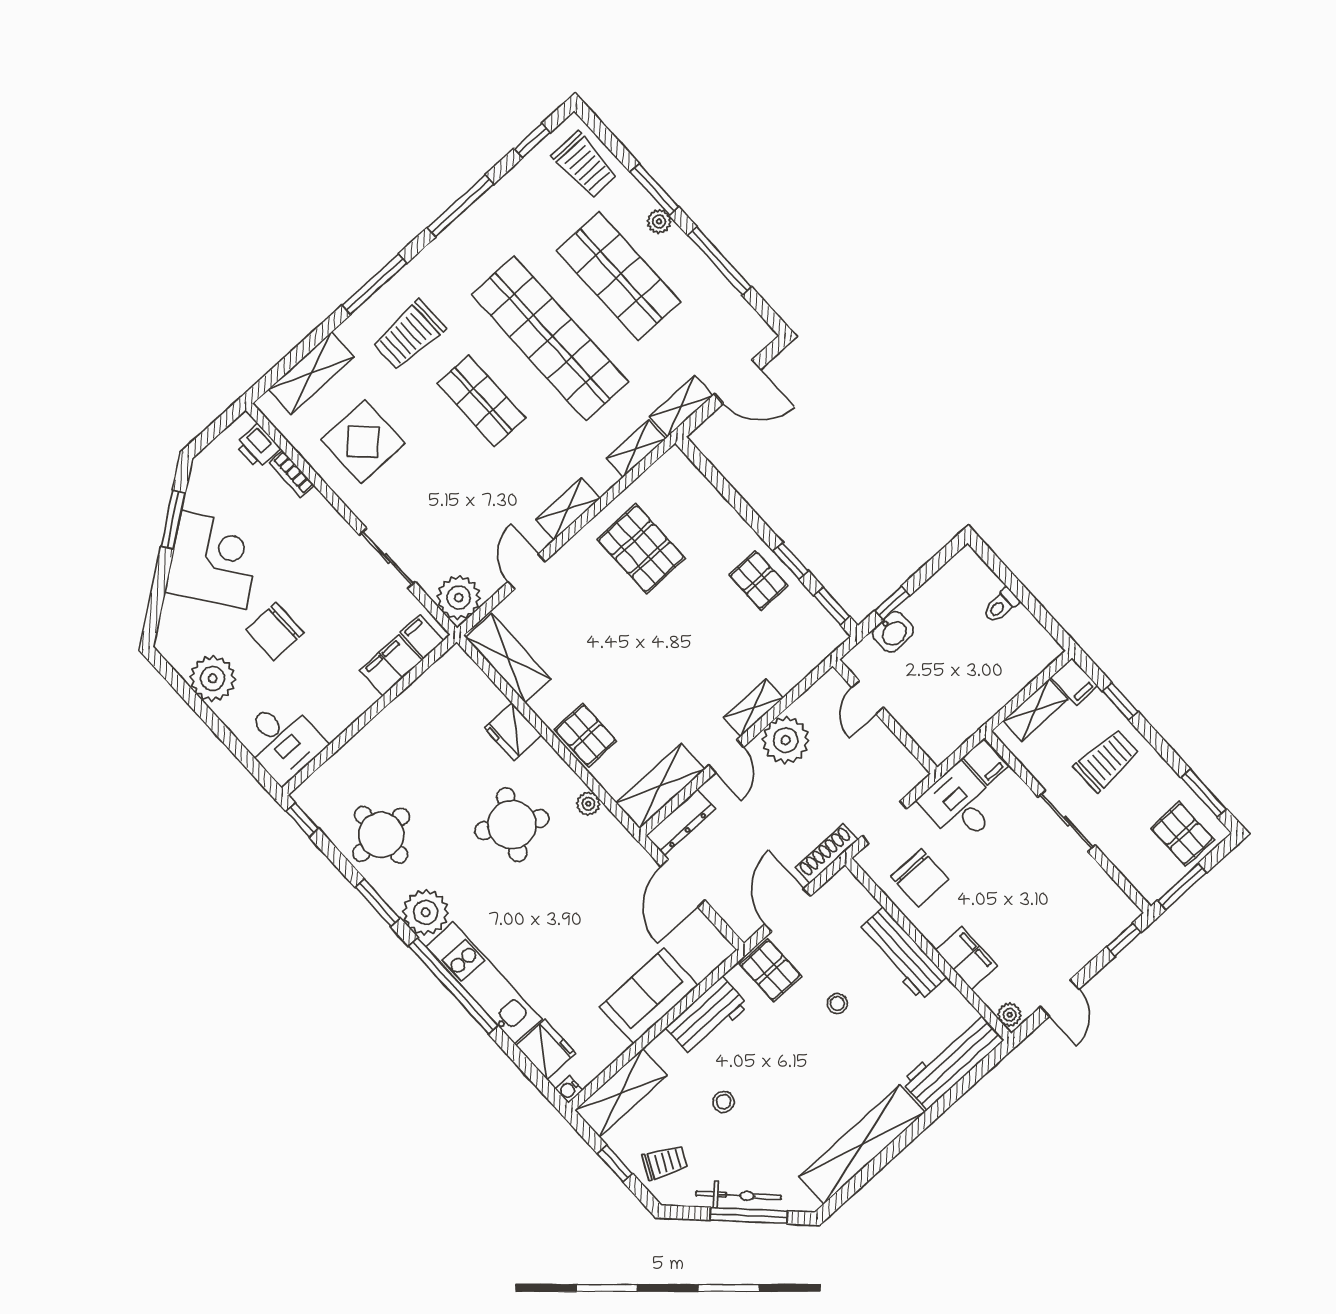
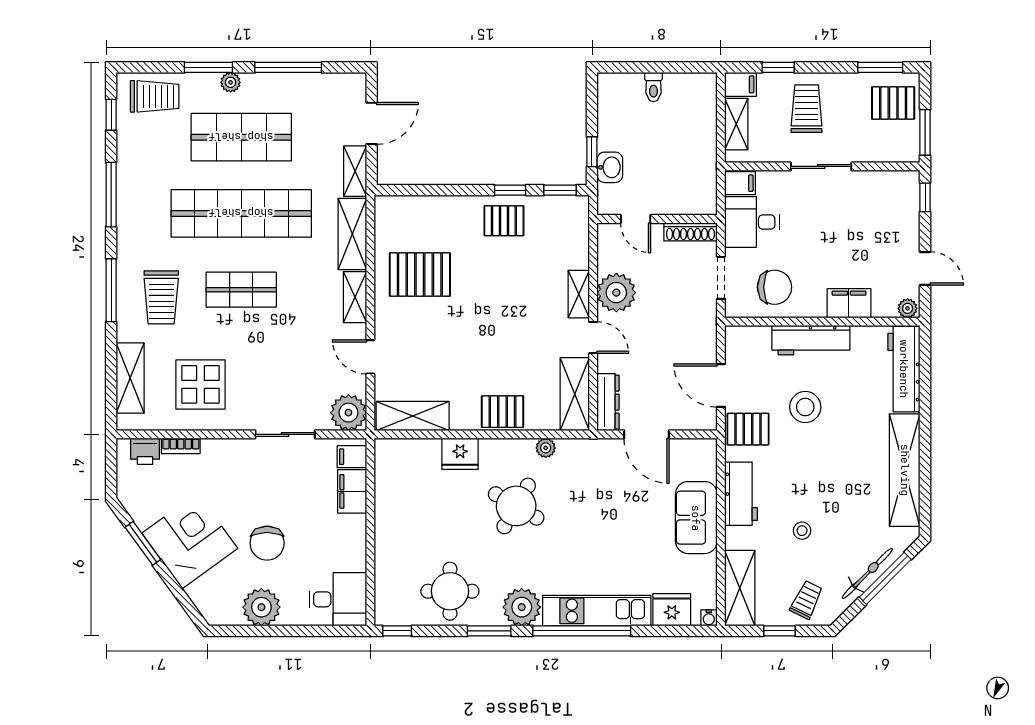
shelving: (636, 448) -> (352, 234), width x1.50, depth x1.33
shoe rack: (827, 854) -> (690, 232), moved, turned -90
stool: (837, 1004) -> (805, 407), width x1.89, depth x1.89

